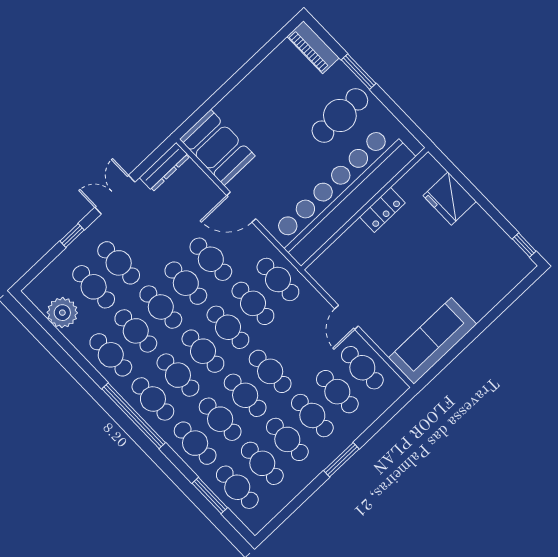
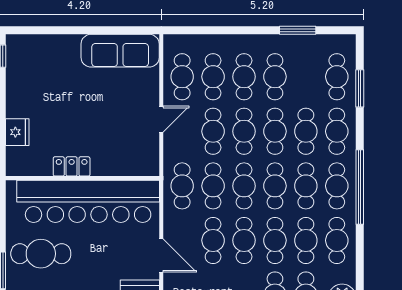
fridge: (450, 199) -> (17, 132), width x0.73, depth x0.75
window: (341, 460) -> (298, 30), moved
cafe table: (262, 463) -> (213, 131), moved

